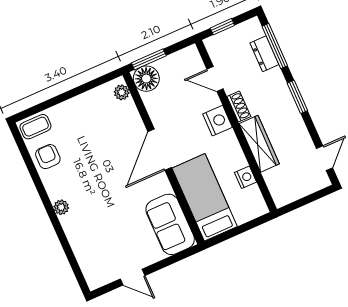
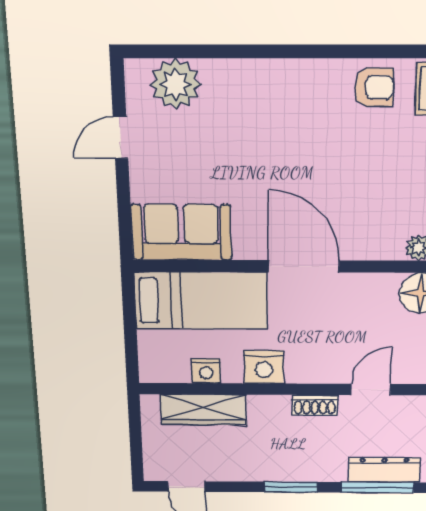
dresser: (264, 54) -> (384, 470), width x1.44
nightstand: (218, 121) -> (264, 367), moved
wardrobe: (259, 144) -> (204, 410), moved
plant: (61, 207) -> (176, 84), moved, width x1.87, depth x1.87

